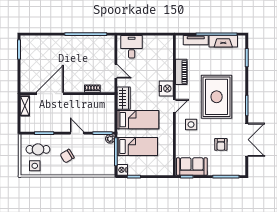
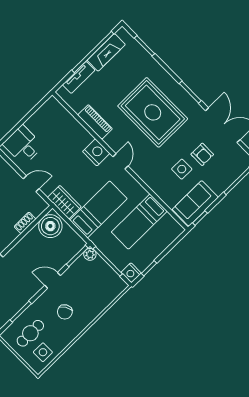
boiler: (104, 103) -> (50, 226), added
side table: (191, 125) -> (182, 169), moved
bed: (137, 146) -> (139, 222), moved, turned 180

